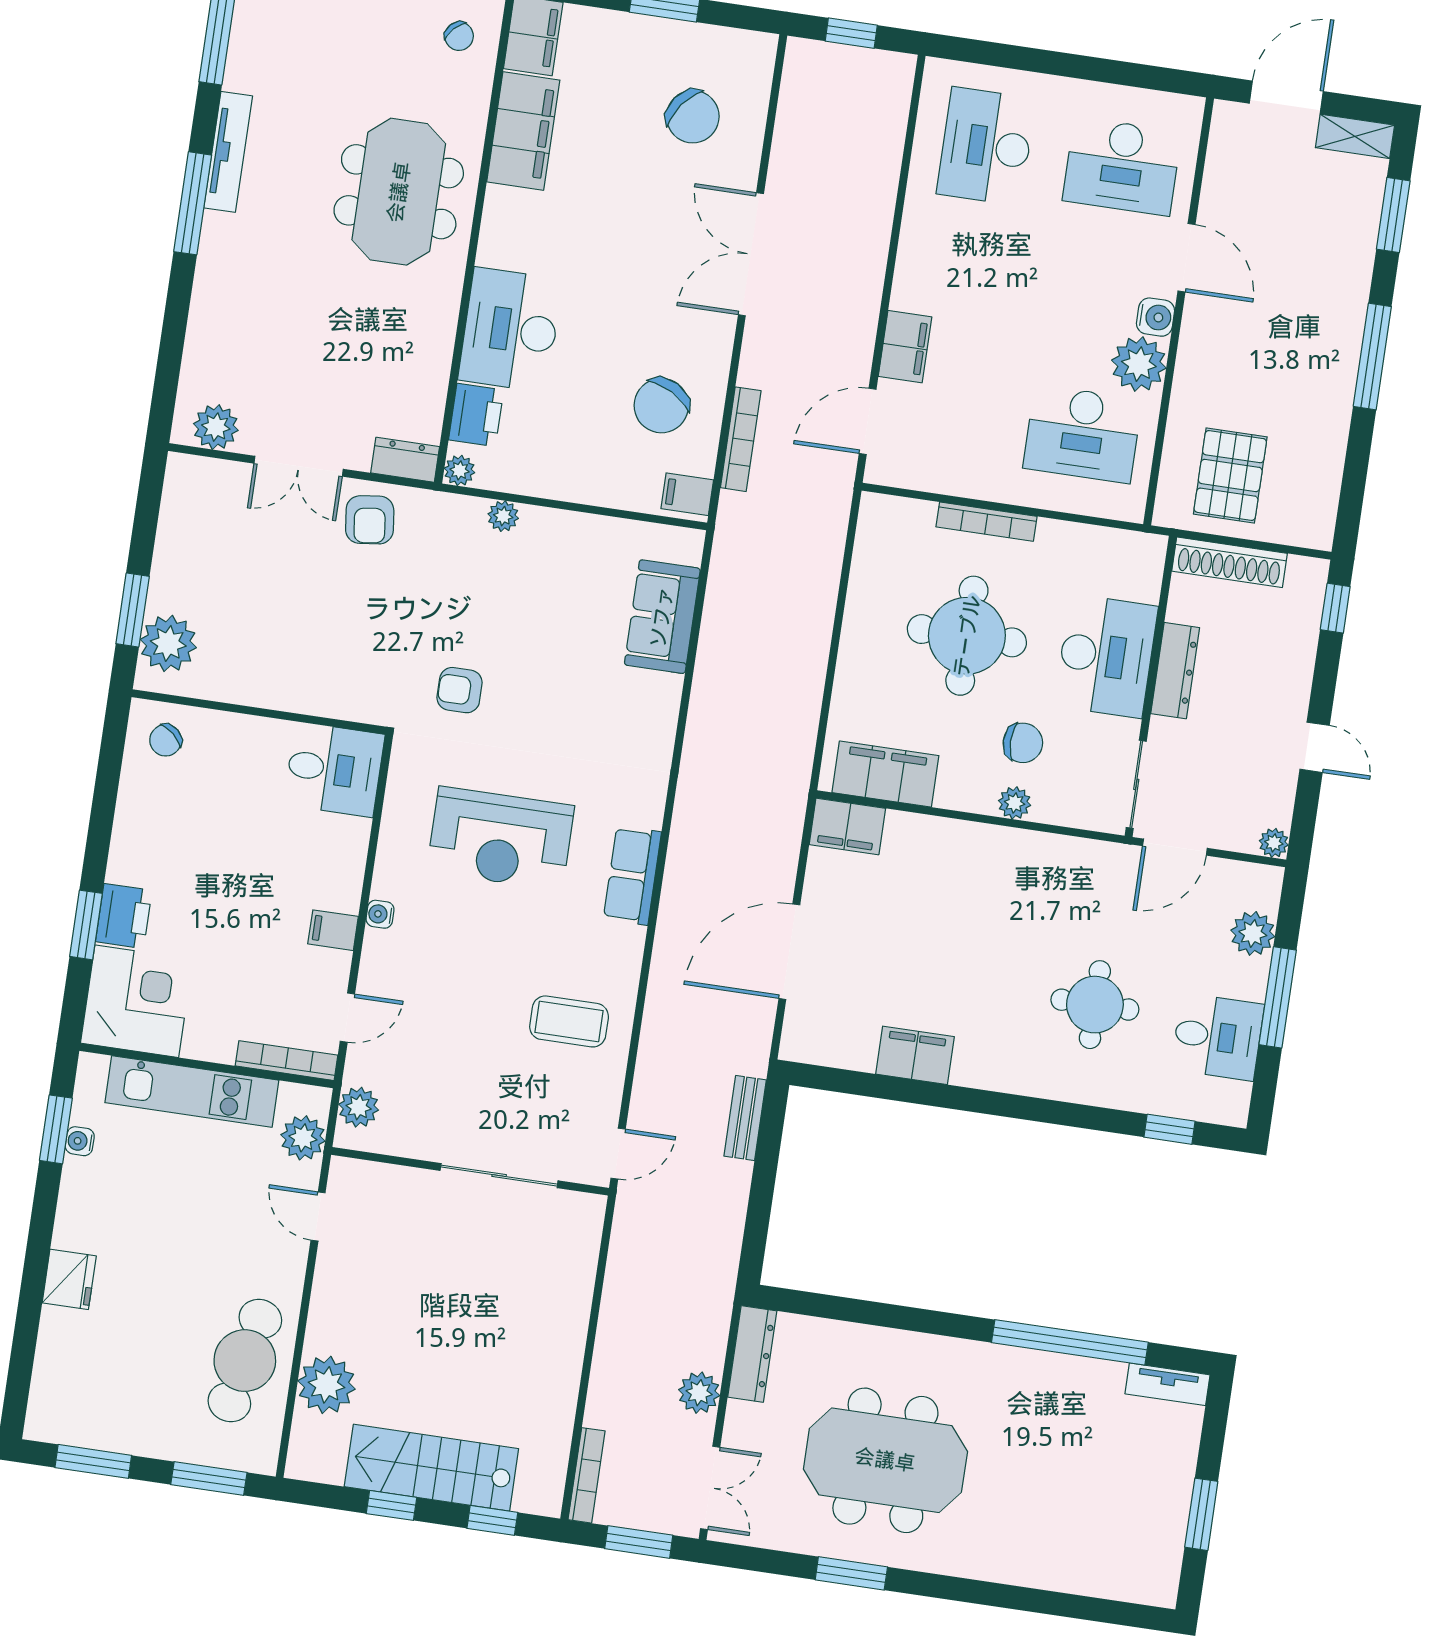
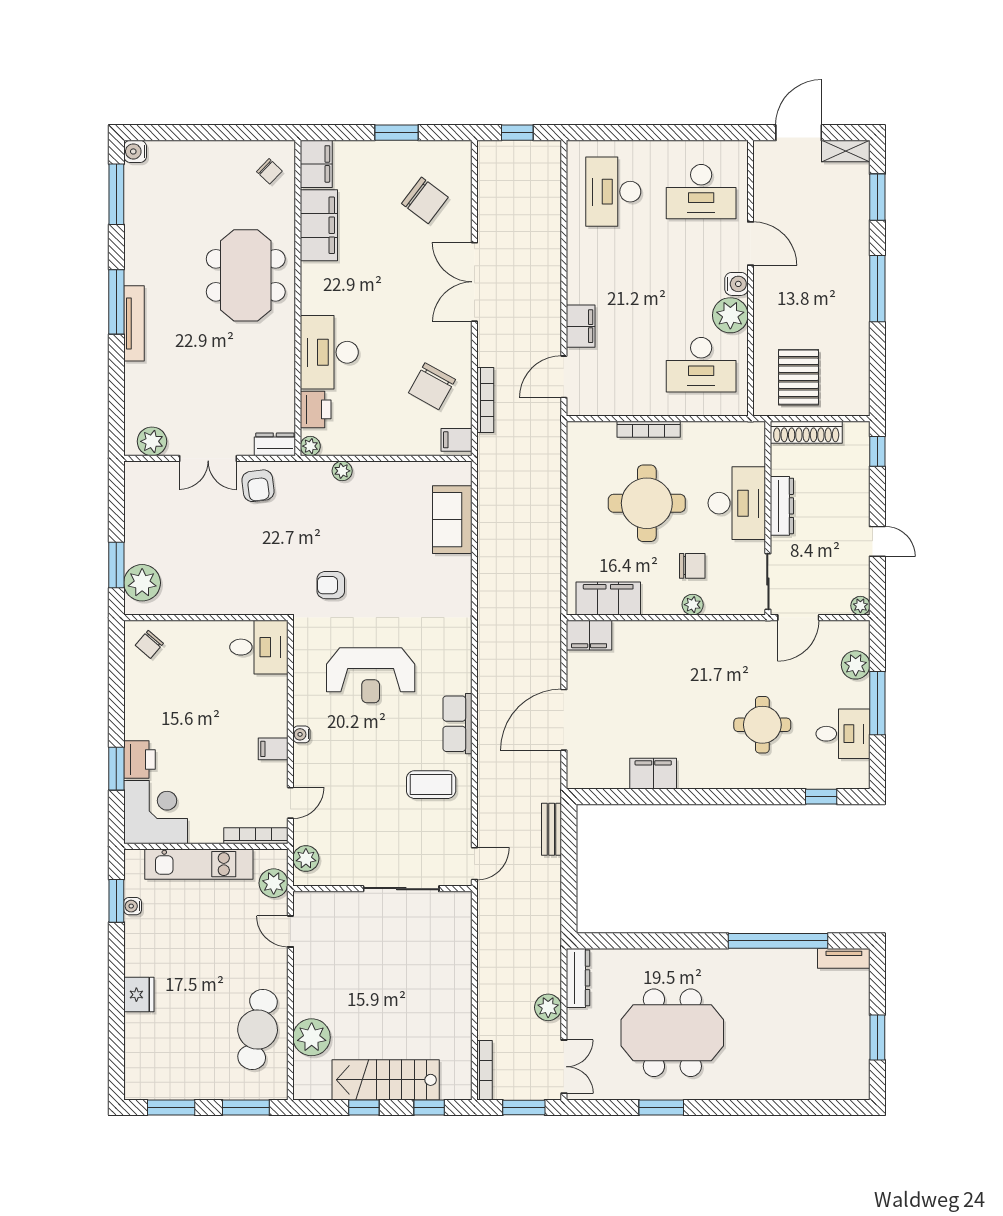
tv unit: (228, 152) -> (134, 323), moved
row of seats: (632, 875) -> (457, 724), moved

